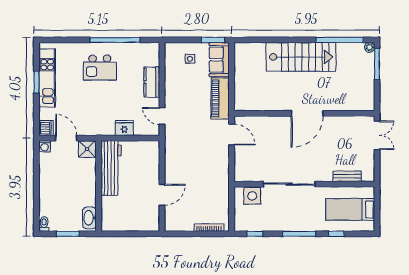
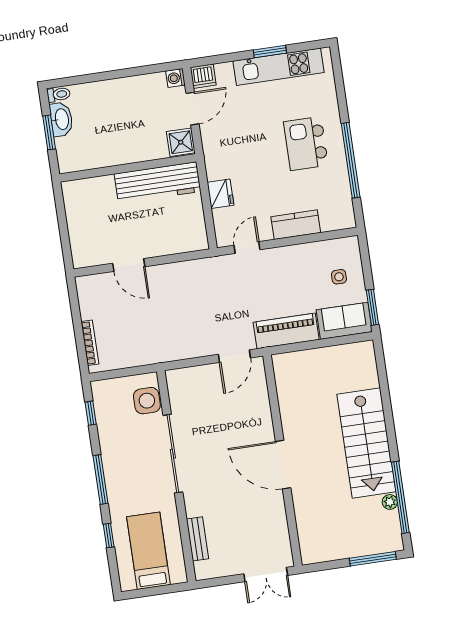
plant: (370, 47) -> (390, 502), moved
washbasin: (89, 218) -> (61, 119), moved, turned 90

